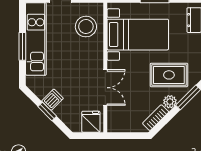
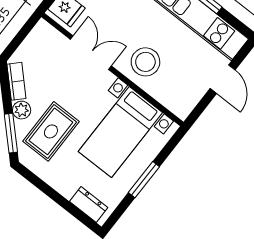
stool: (86, 27) -> (145, 62), moved
double door: (105, 88) -> (91, 53), swing flipped

